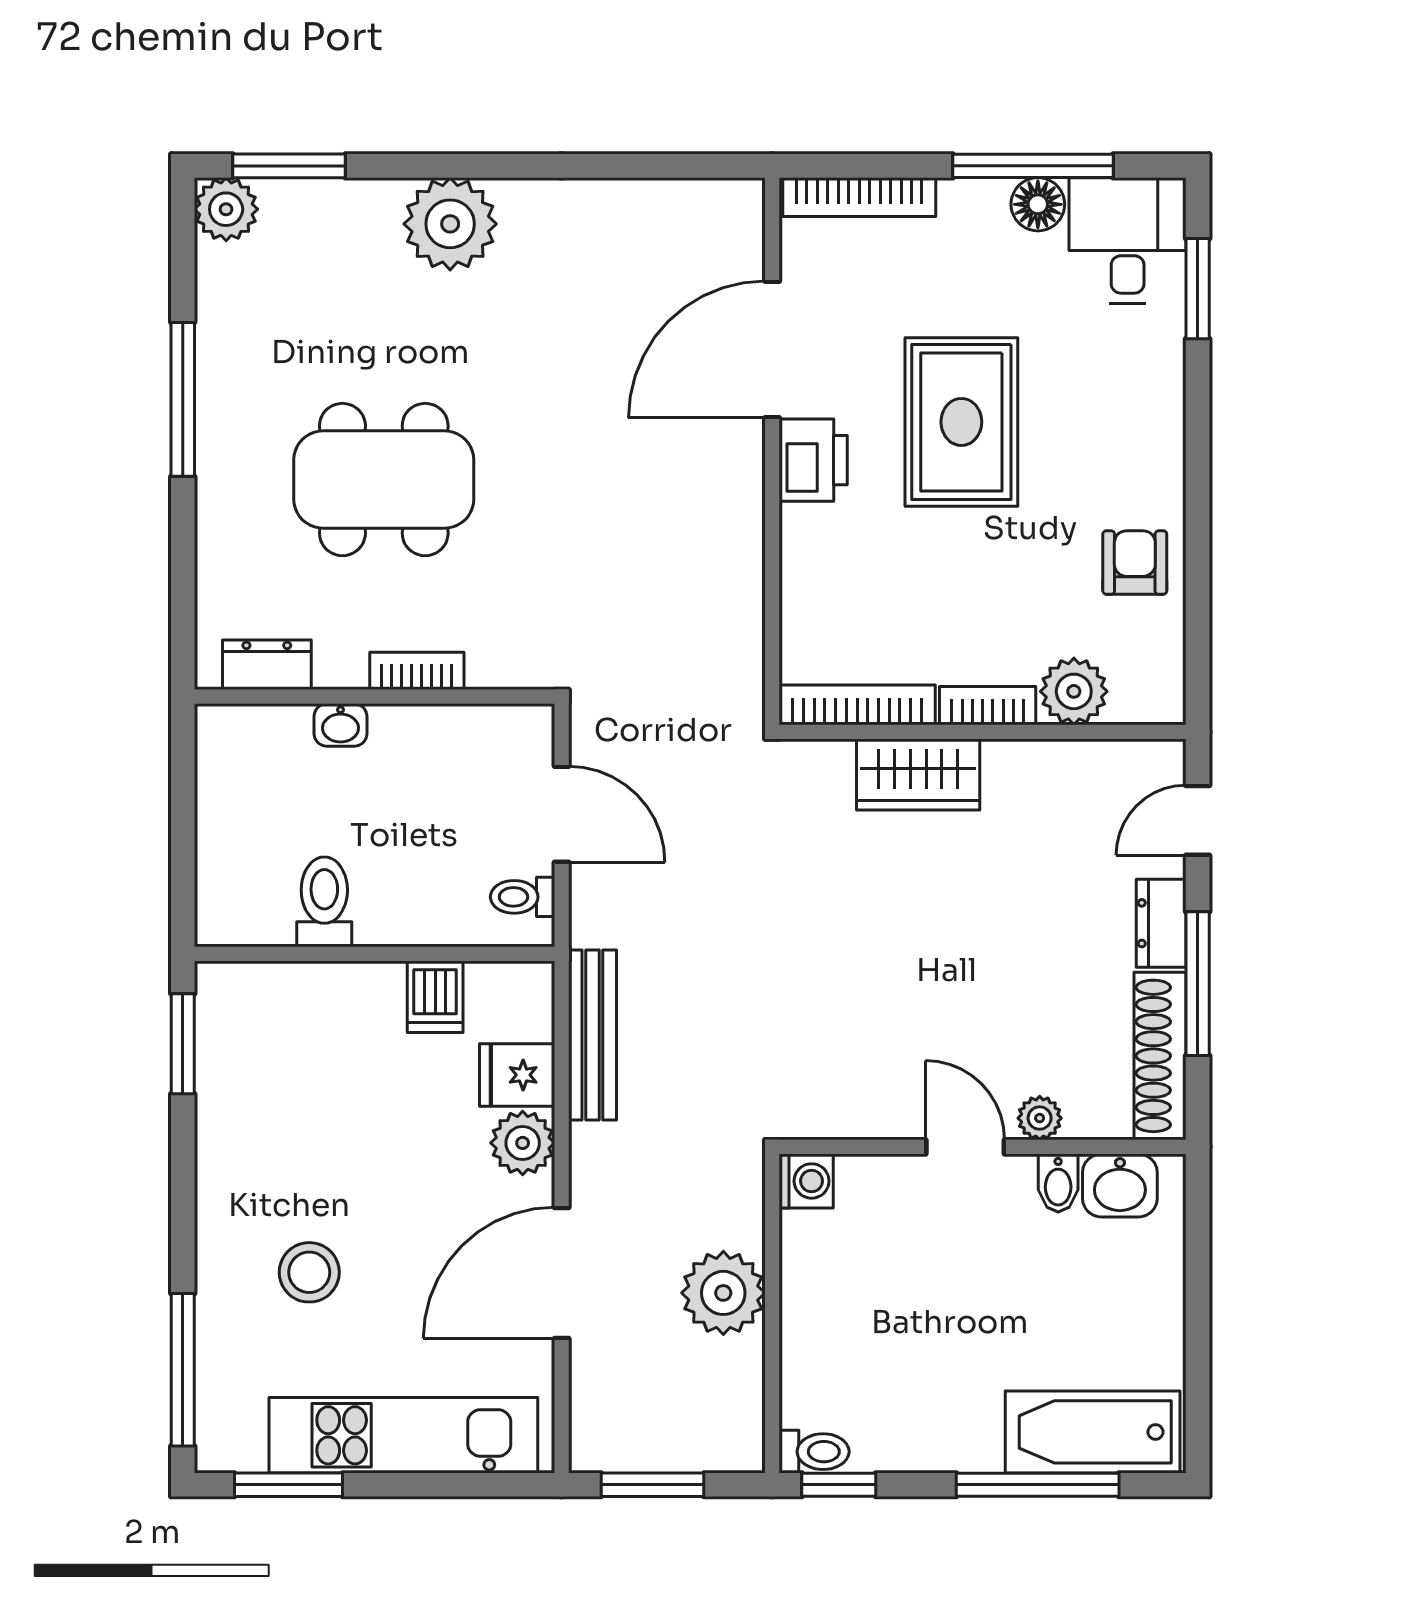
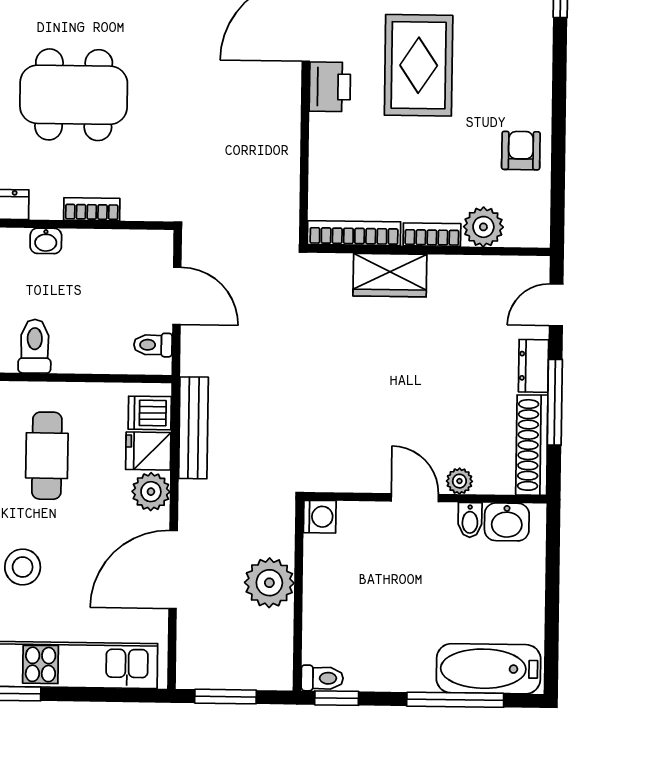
dishwasher: (435, 997) -> (150, 413), moved, turned 90
cafe table: (347, 1085) -> (47, 456), added

